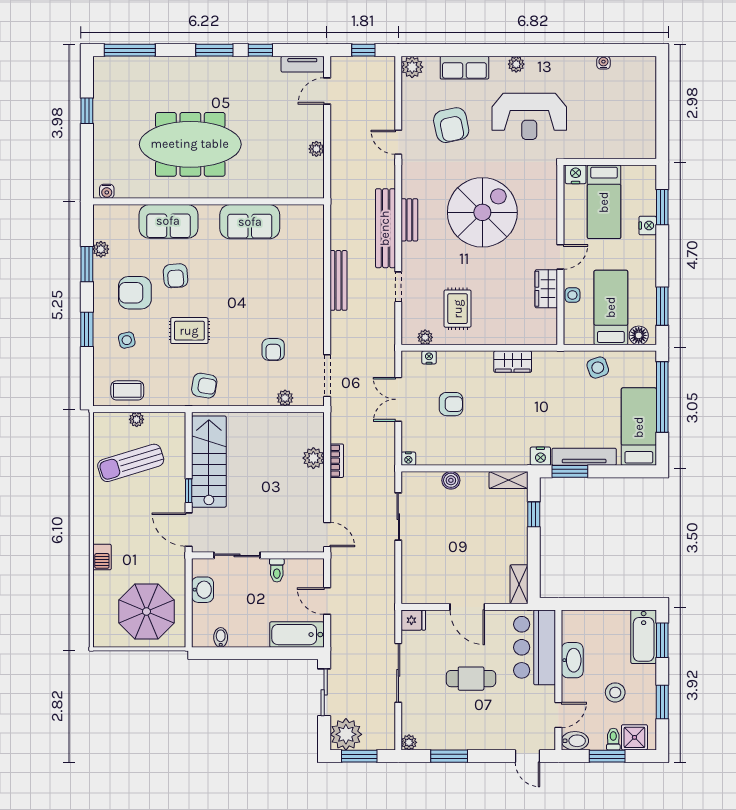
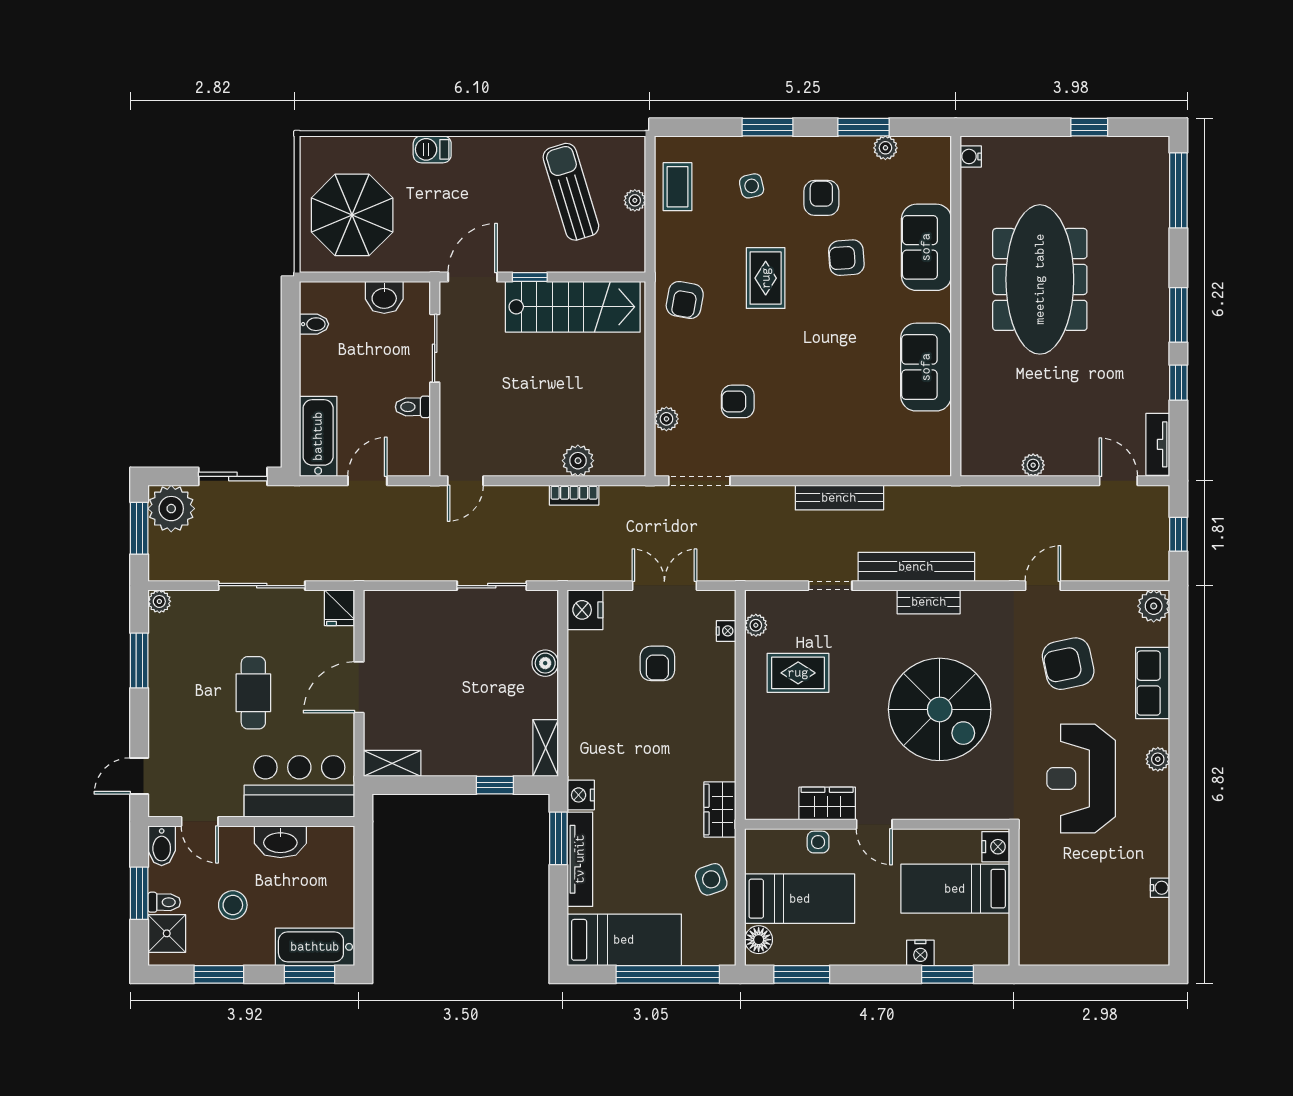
armchair: (135, 293) -> (821, 198), width x0.72, depth x0.72
wardrobe: (513, 362) -> (720, 810), moved
nightstand: (408, 459) -> (585, 610), width x1.89, depth x1.79

